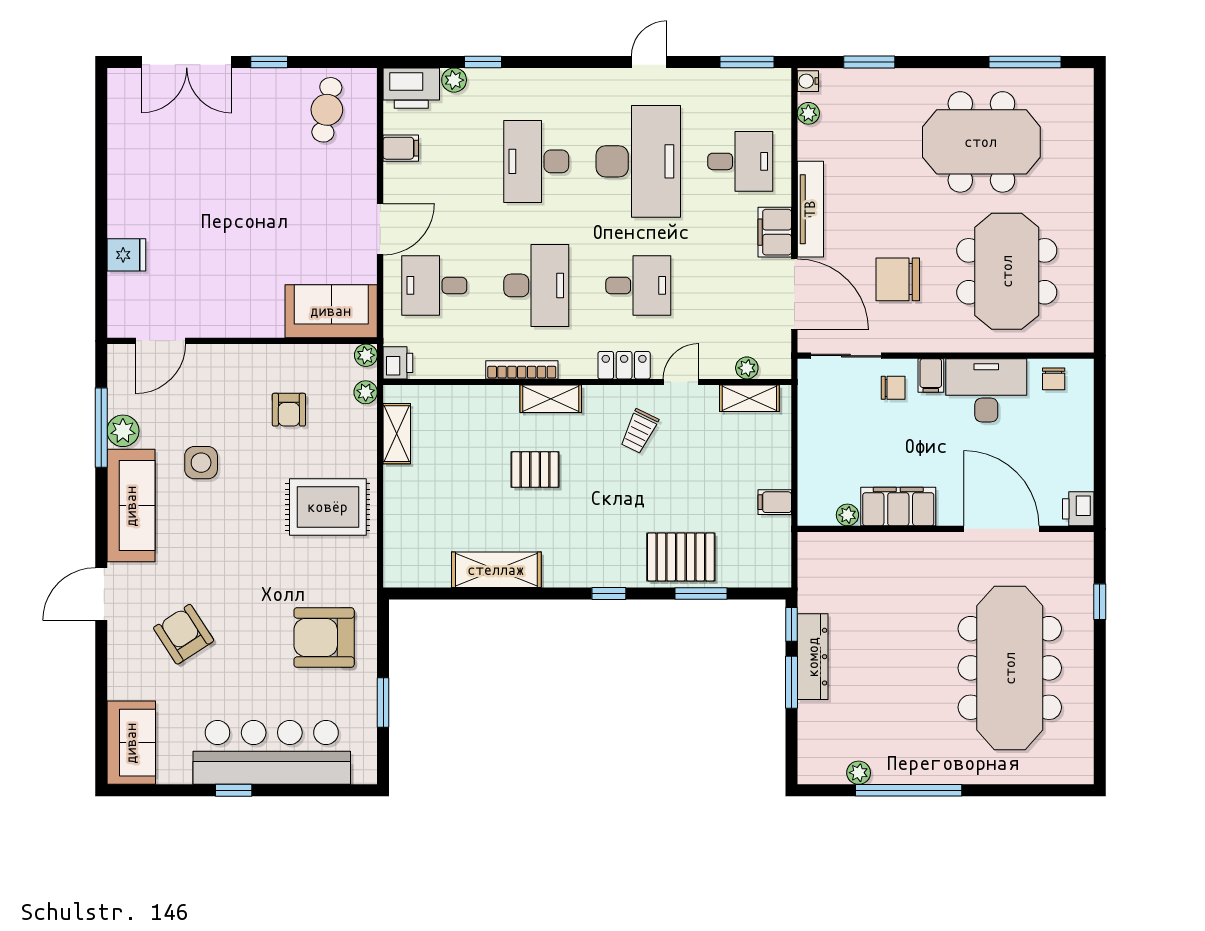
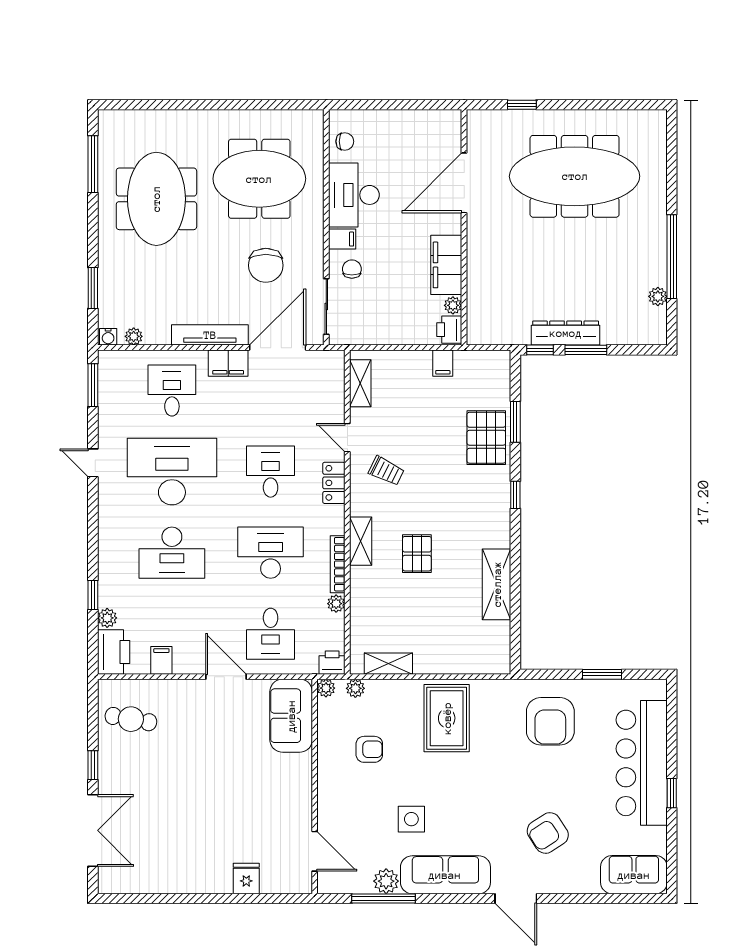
plant: (747, 368) -> (336, 604), moved
printer: (1078, 509) -> (449, 330), moved, turned 90

